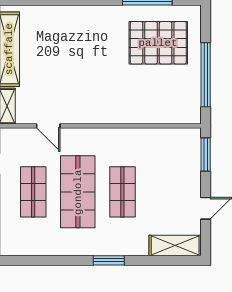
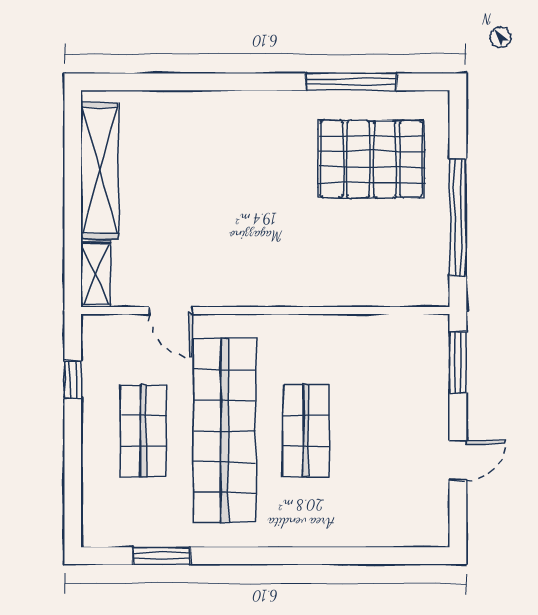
shop shelf: (78, 192) -> (225, 431), width x1.40
shelving: (175, 245) -> (402, 528), removed
window: (109, 260) -> (162, 556), moved

